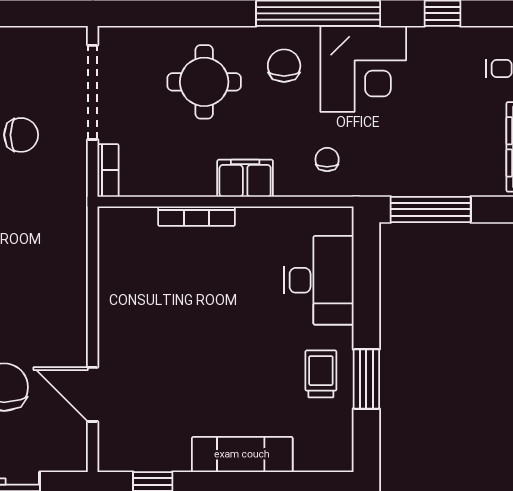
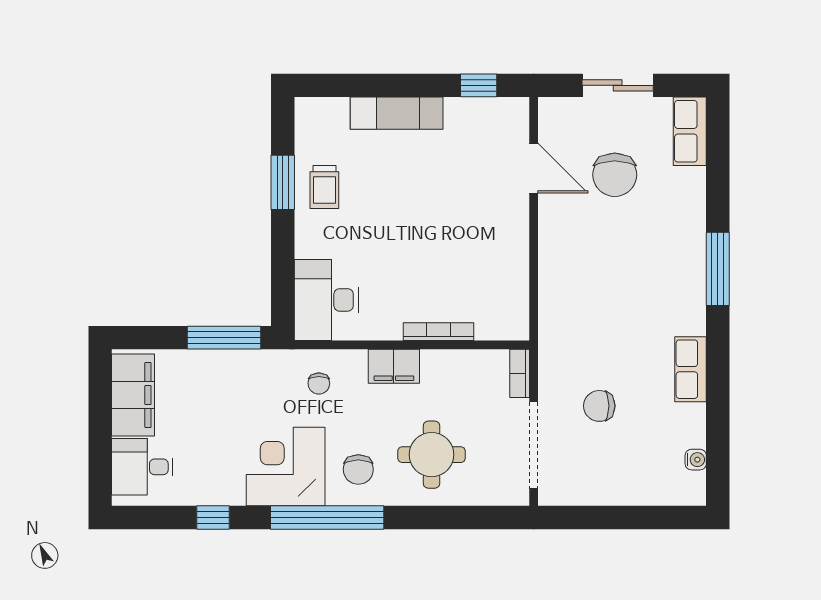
desk: (319, 280) -> (326, 300), moved

